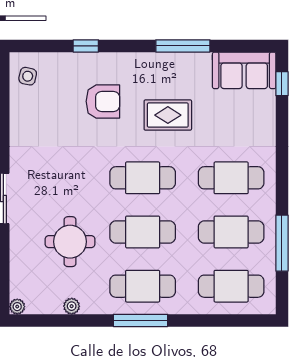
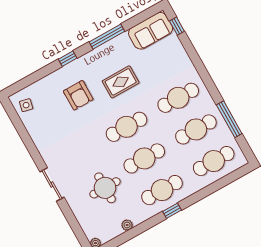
window: (86, 46) -> (68, 59), moved
armchair: (103, 101) -> (78, 95), turned 90
window: (140, 320) -> (172, 211), width x0.46

